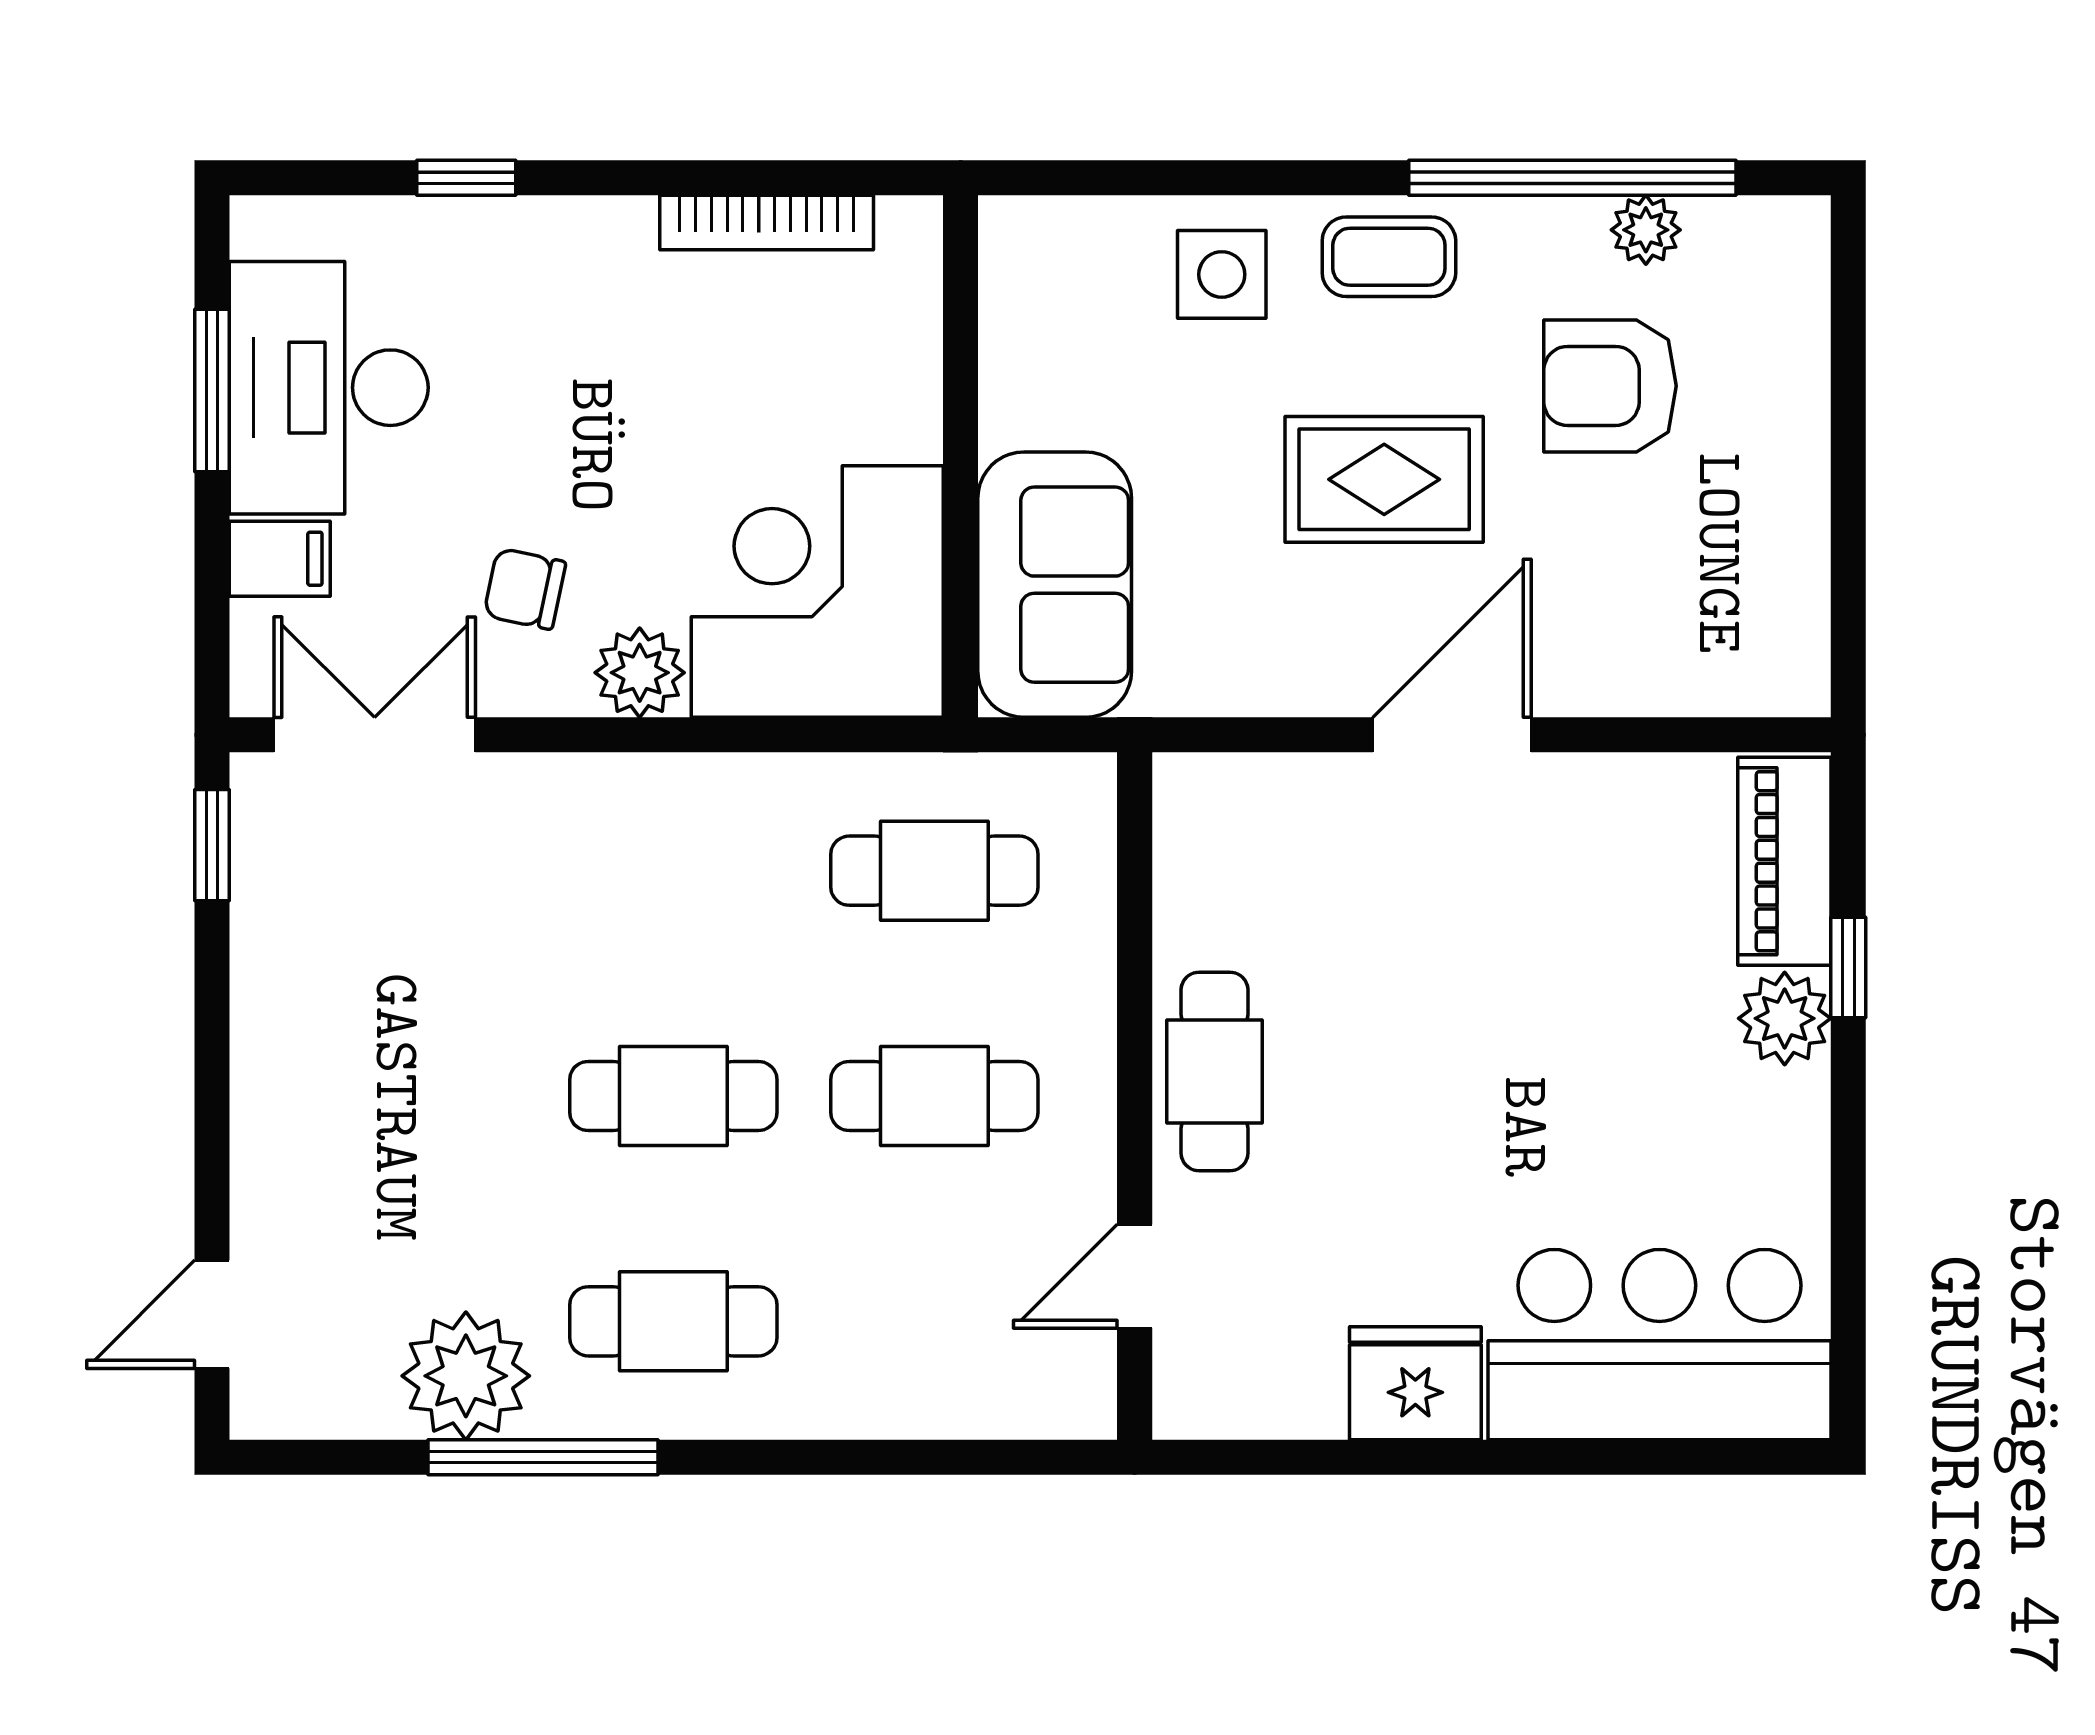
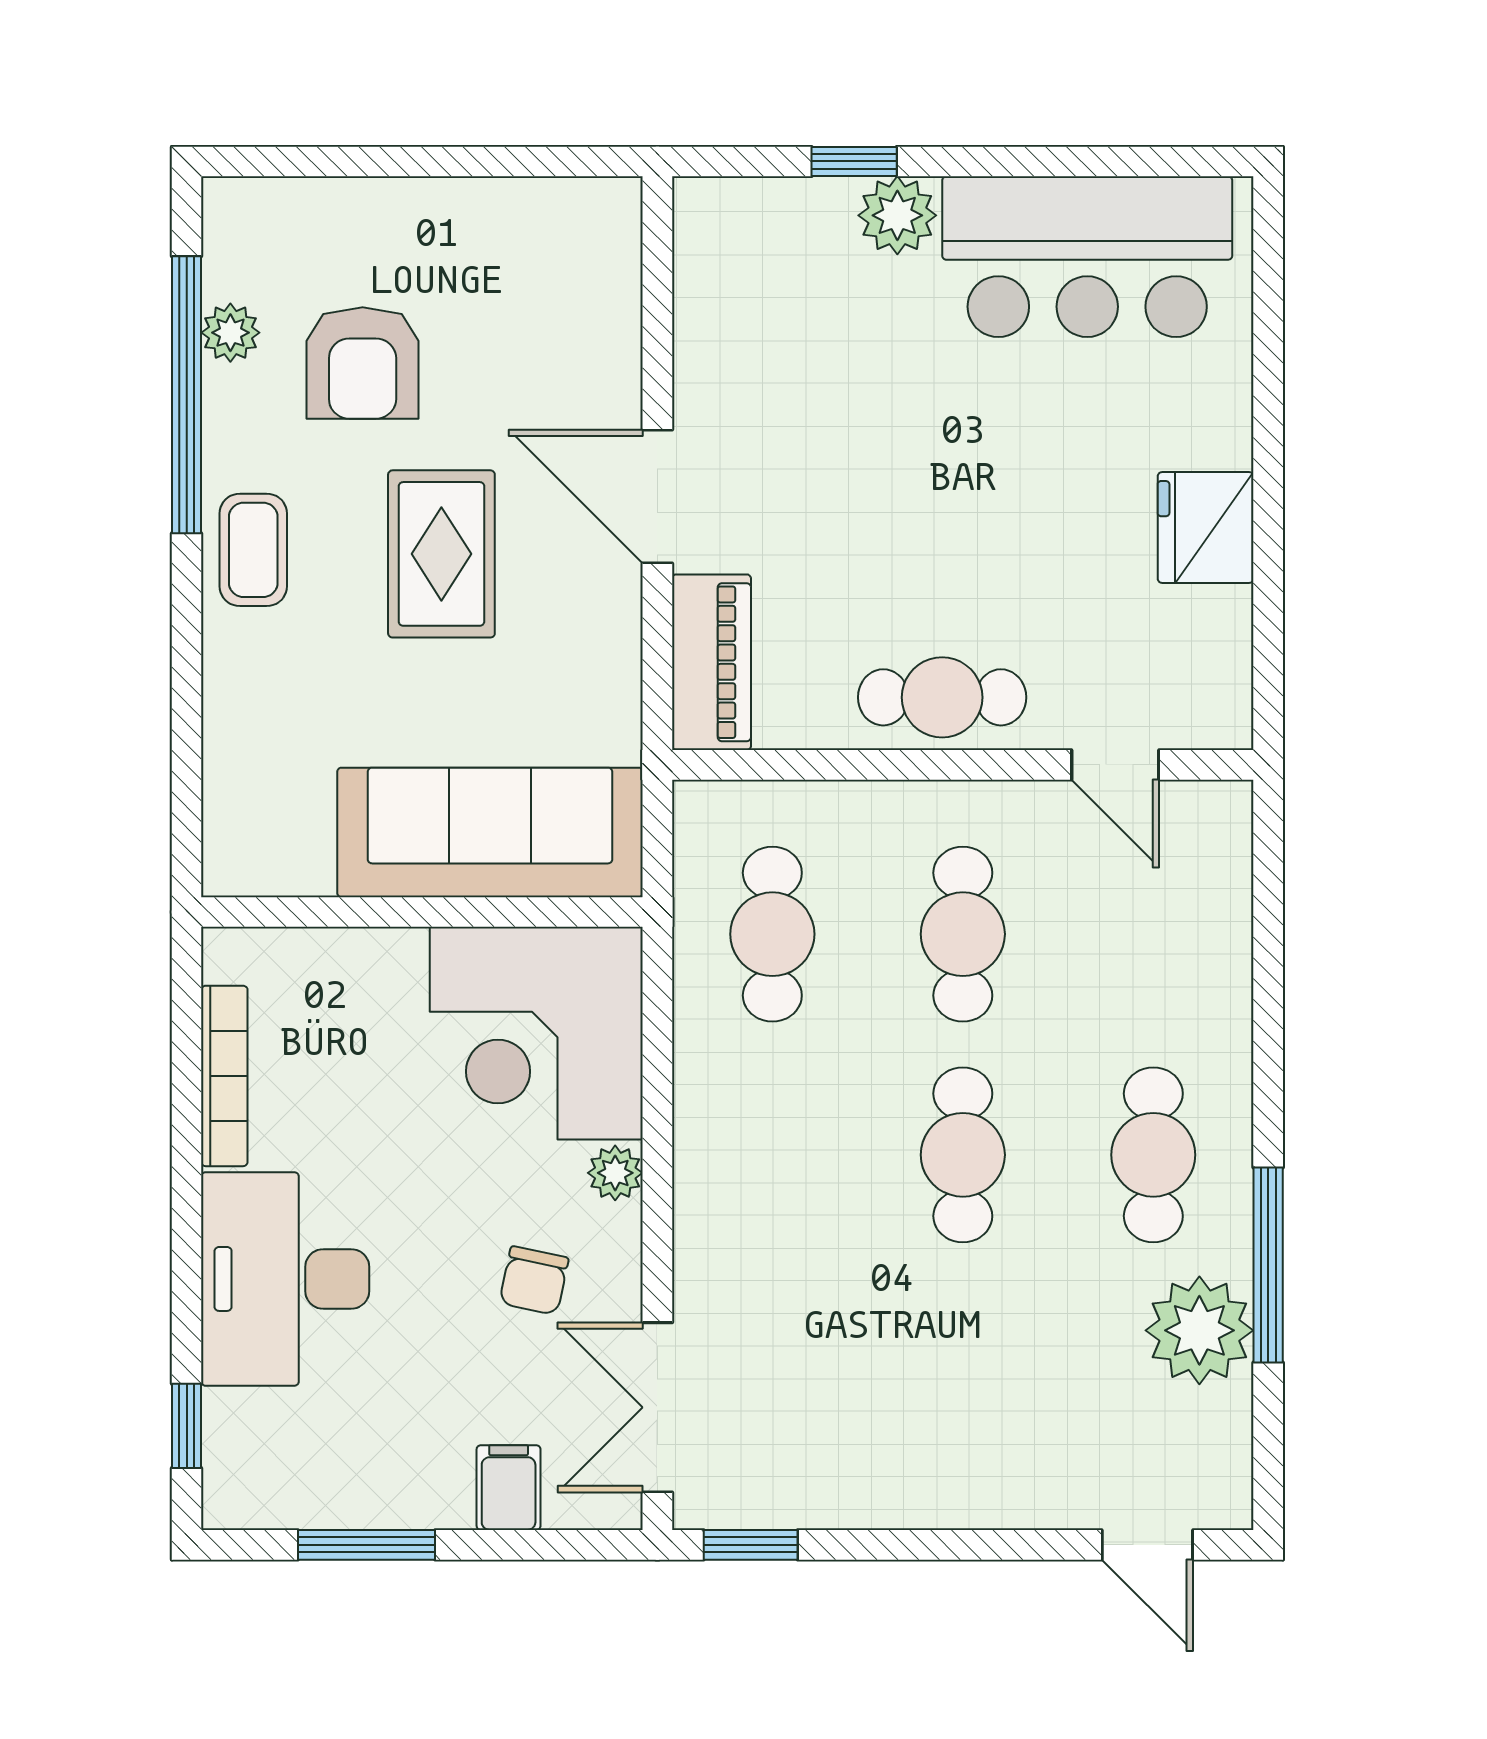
window: (466, 178) -> (187, 1426), moved
side table: (1222, 274) -> (268, 691), removed
desk: (329, 388) -> (285, 1279), moved, turned 90
sofa: (1055, 585) -> (490, 832), width x1.36
plant: (640, 673) -> (615, 1173), width x0.73, depth x0.73
piano: (1784, 861) -> (711, 662), moved, turned -90
bar counter: (1659, 1345) -> (1087, 257), moved, turned -90

